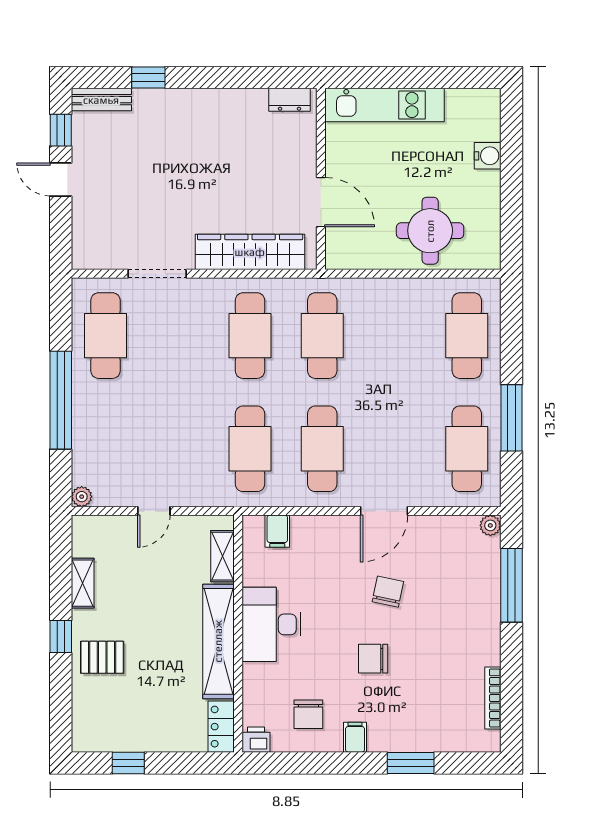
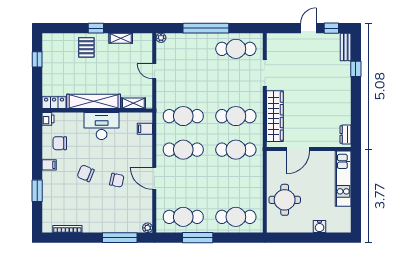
chair: (373, 659) -> (86, 173), turned -67

